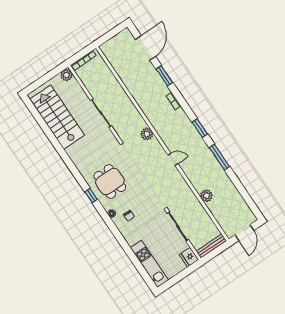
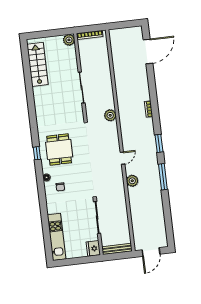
window: (164, 76) -> (152, 84), removed
stairs: (57, 117) -> (38, 64), width x0.73, depth x0.66
plant: (147, 134) -> (110, 115), moved
door: (173, 159) -> (122, 158), hinge flipped
plant: (206, 196) -> (132, 181), moved

